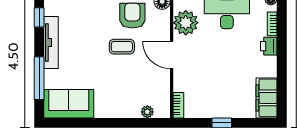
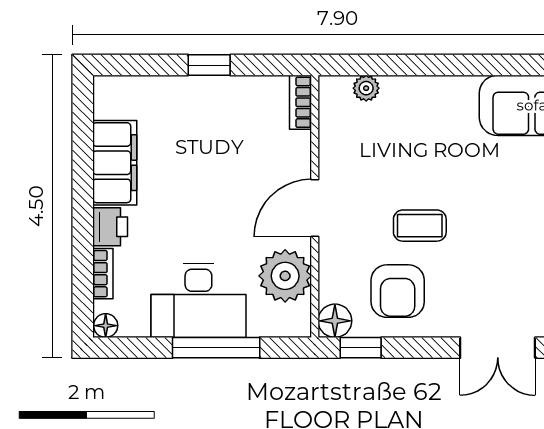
door: (172, 55) -> (315, 208), swing flipped
filing cabinet: (267, 98) -> (115, 163), moved

